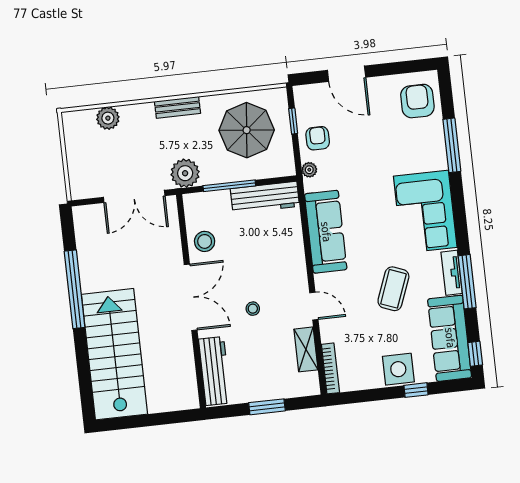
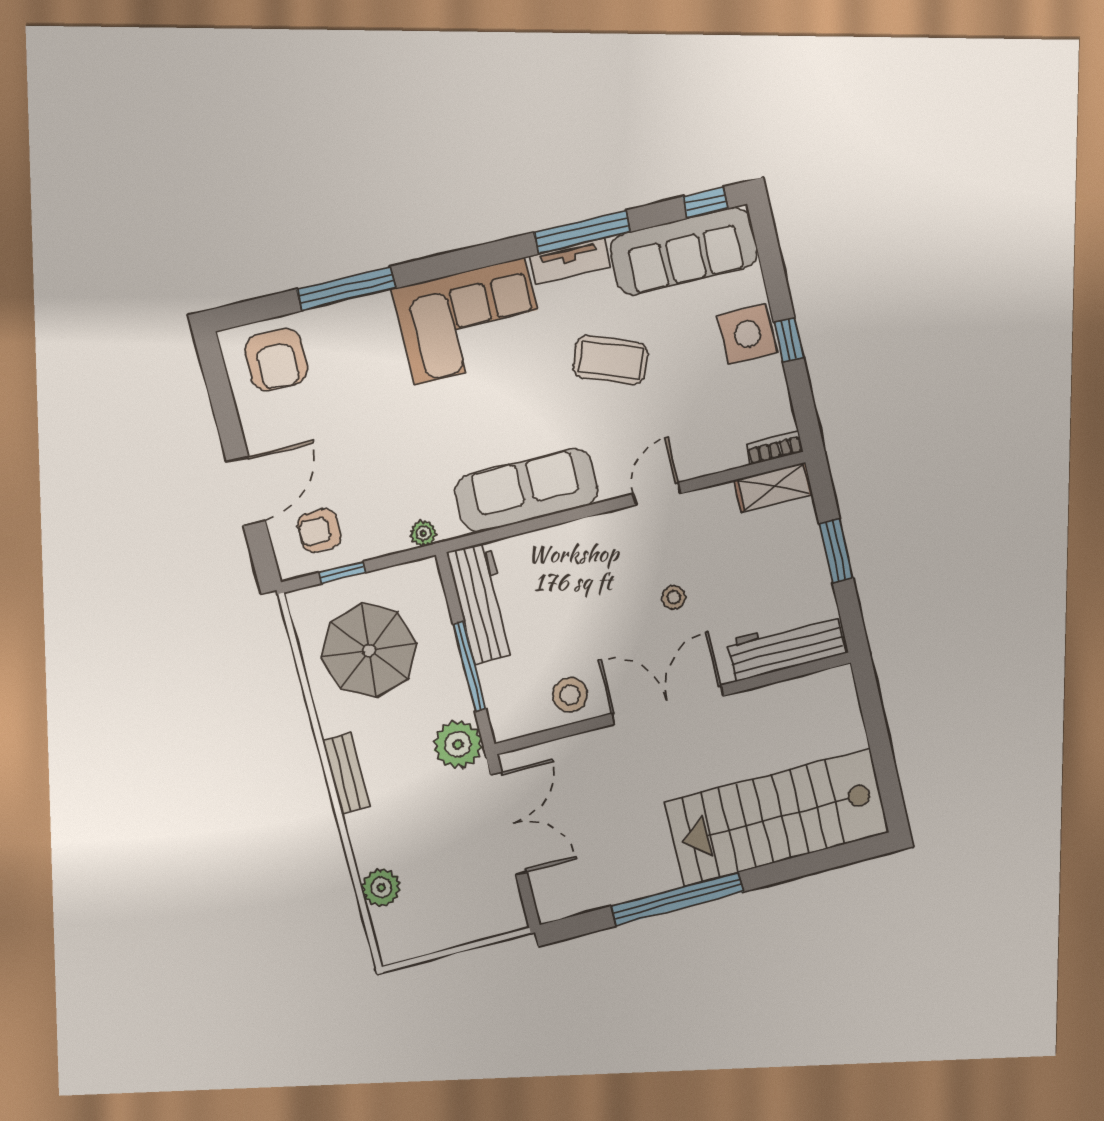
armchair: (417, 101) -> (276, 360), turned -90
armchair: (318, 138) -> (319, 531), moved
shelving: (306, 349) -> (774, 487), moved
bookcase: (330, 368) -> (774, 448), width x0.64
window: (416, 390) -> (789, 340), moved

